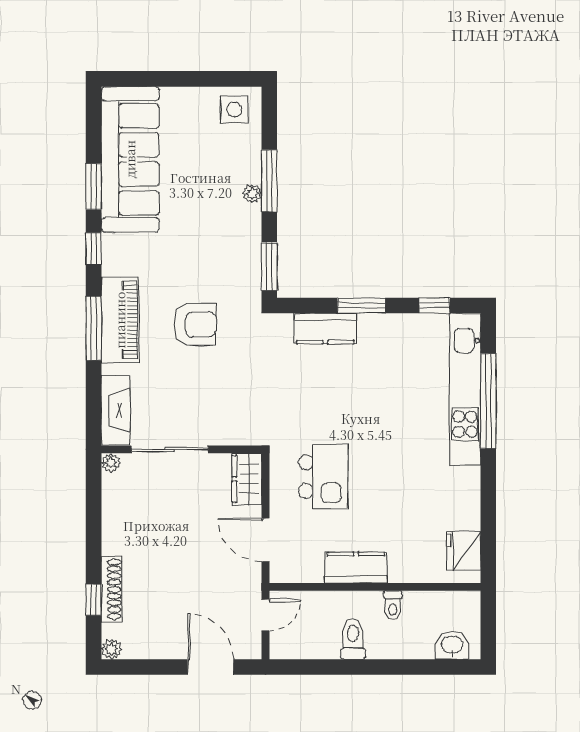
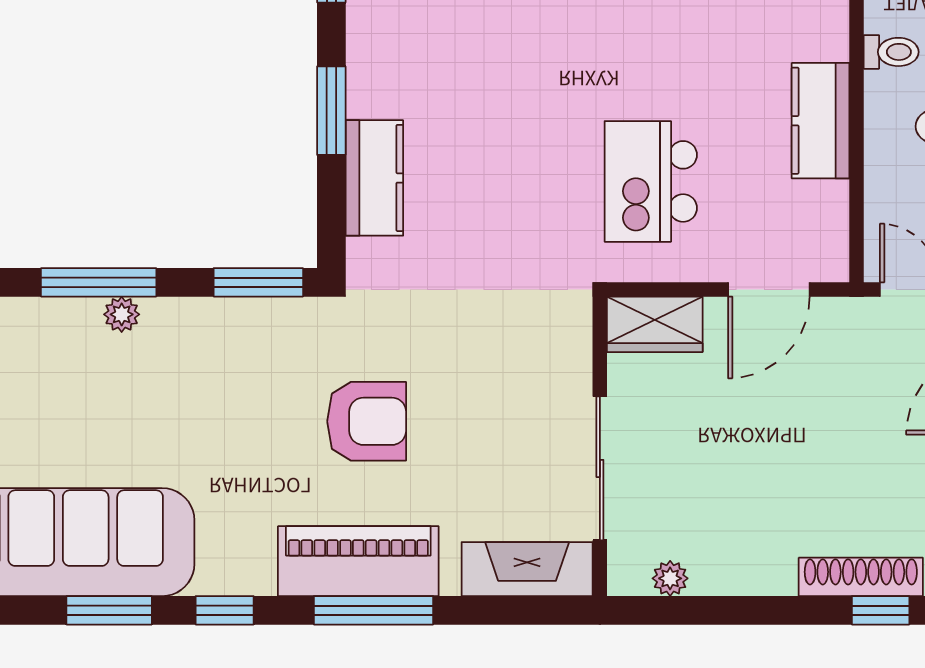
armchair: (195, 324) -> (367, 421), turned 90
plant: (111, 463) -> (670, 578), moved
kitchen island: (323, 477) -> (651, 181), turned -90

